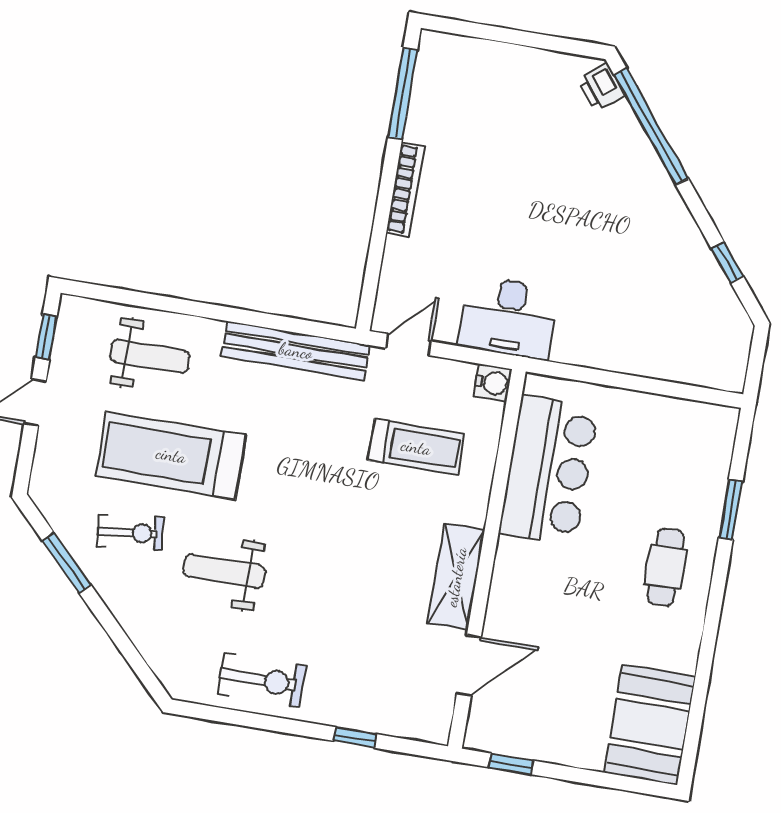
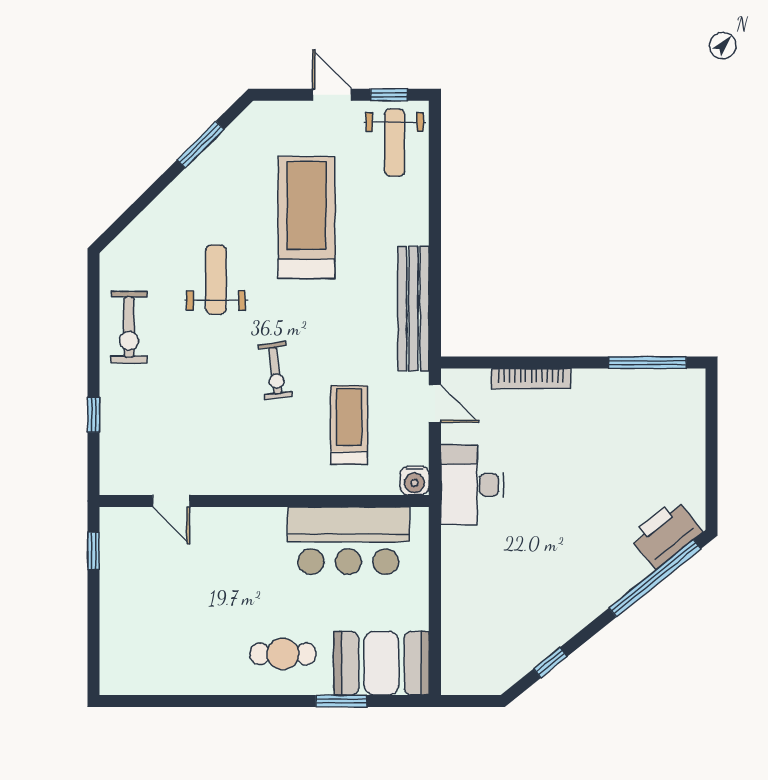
printer: (601, 87) -> (666, 534), width x1.87, depth x1.48
bookcase: (405, 189) -> (531, 379), moved
weight bench: (150, 356) -> (395, 142), moved
treadmill: (416, 447) -> (349, 425), turned 180
exercise bike: (130, 533) -> (275, 371), moved
shelving: (456, 577) -> (245, 477), removed
door: (469, 665) -> (171, 501), width x0.73
booth: (650, 724) -> (381, 663), moved

